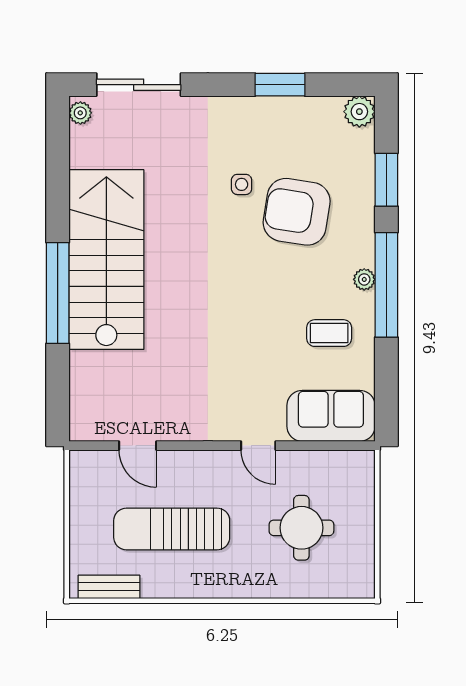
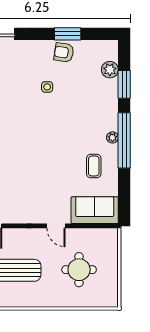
plant: (359, 112) -> (110, 70), moved
armchair: (297, 212) -> (64, 53), moved, width x0.53, depth x0.53
coffee table: (329, 333) -> (94, 166), turned 90

